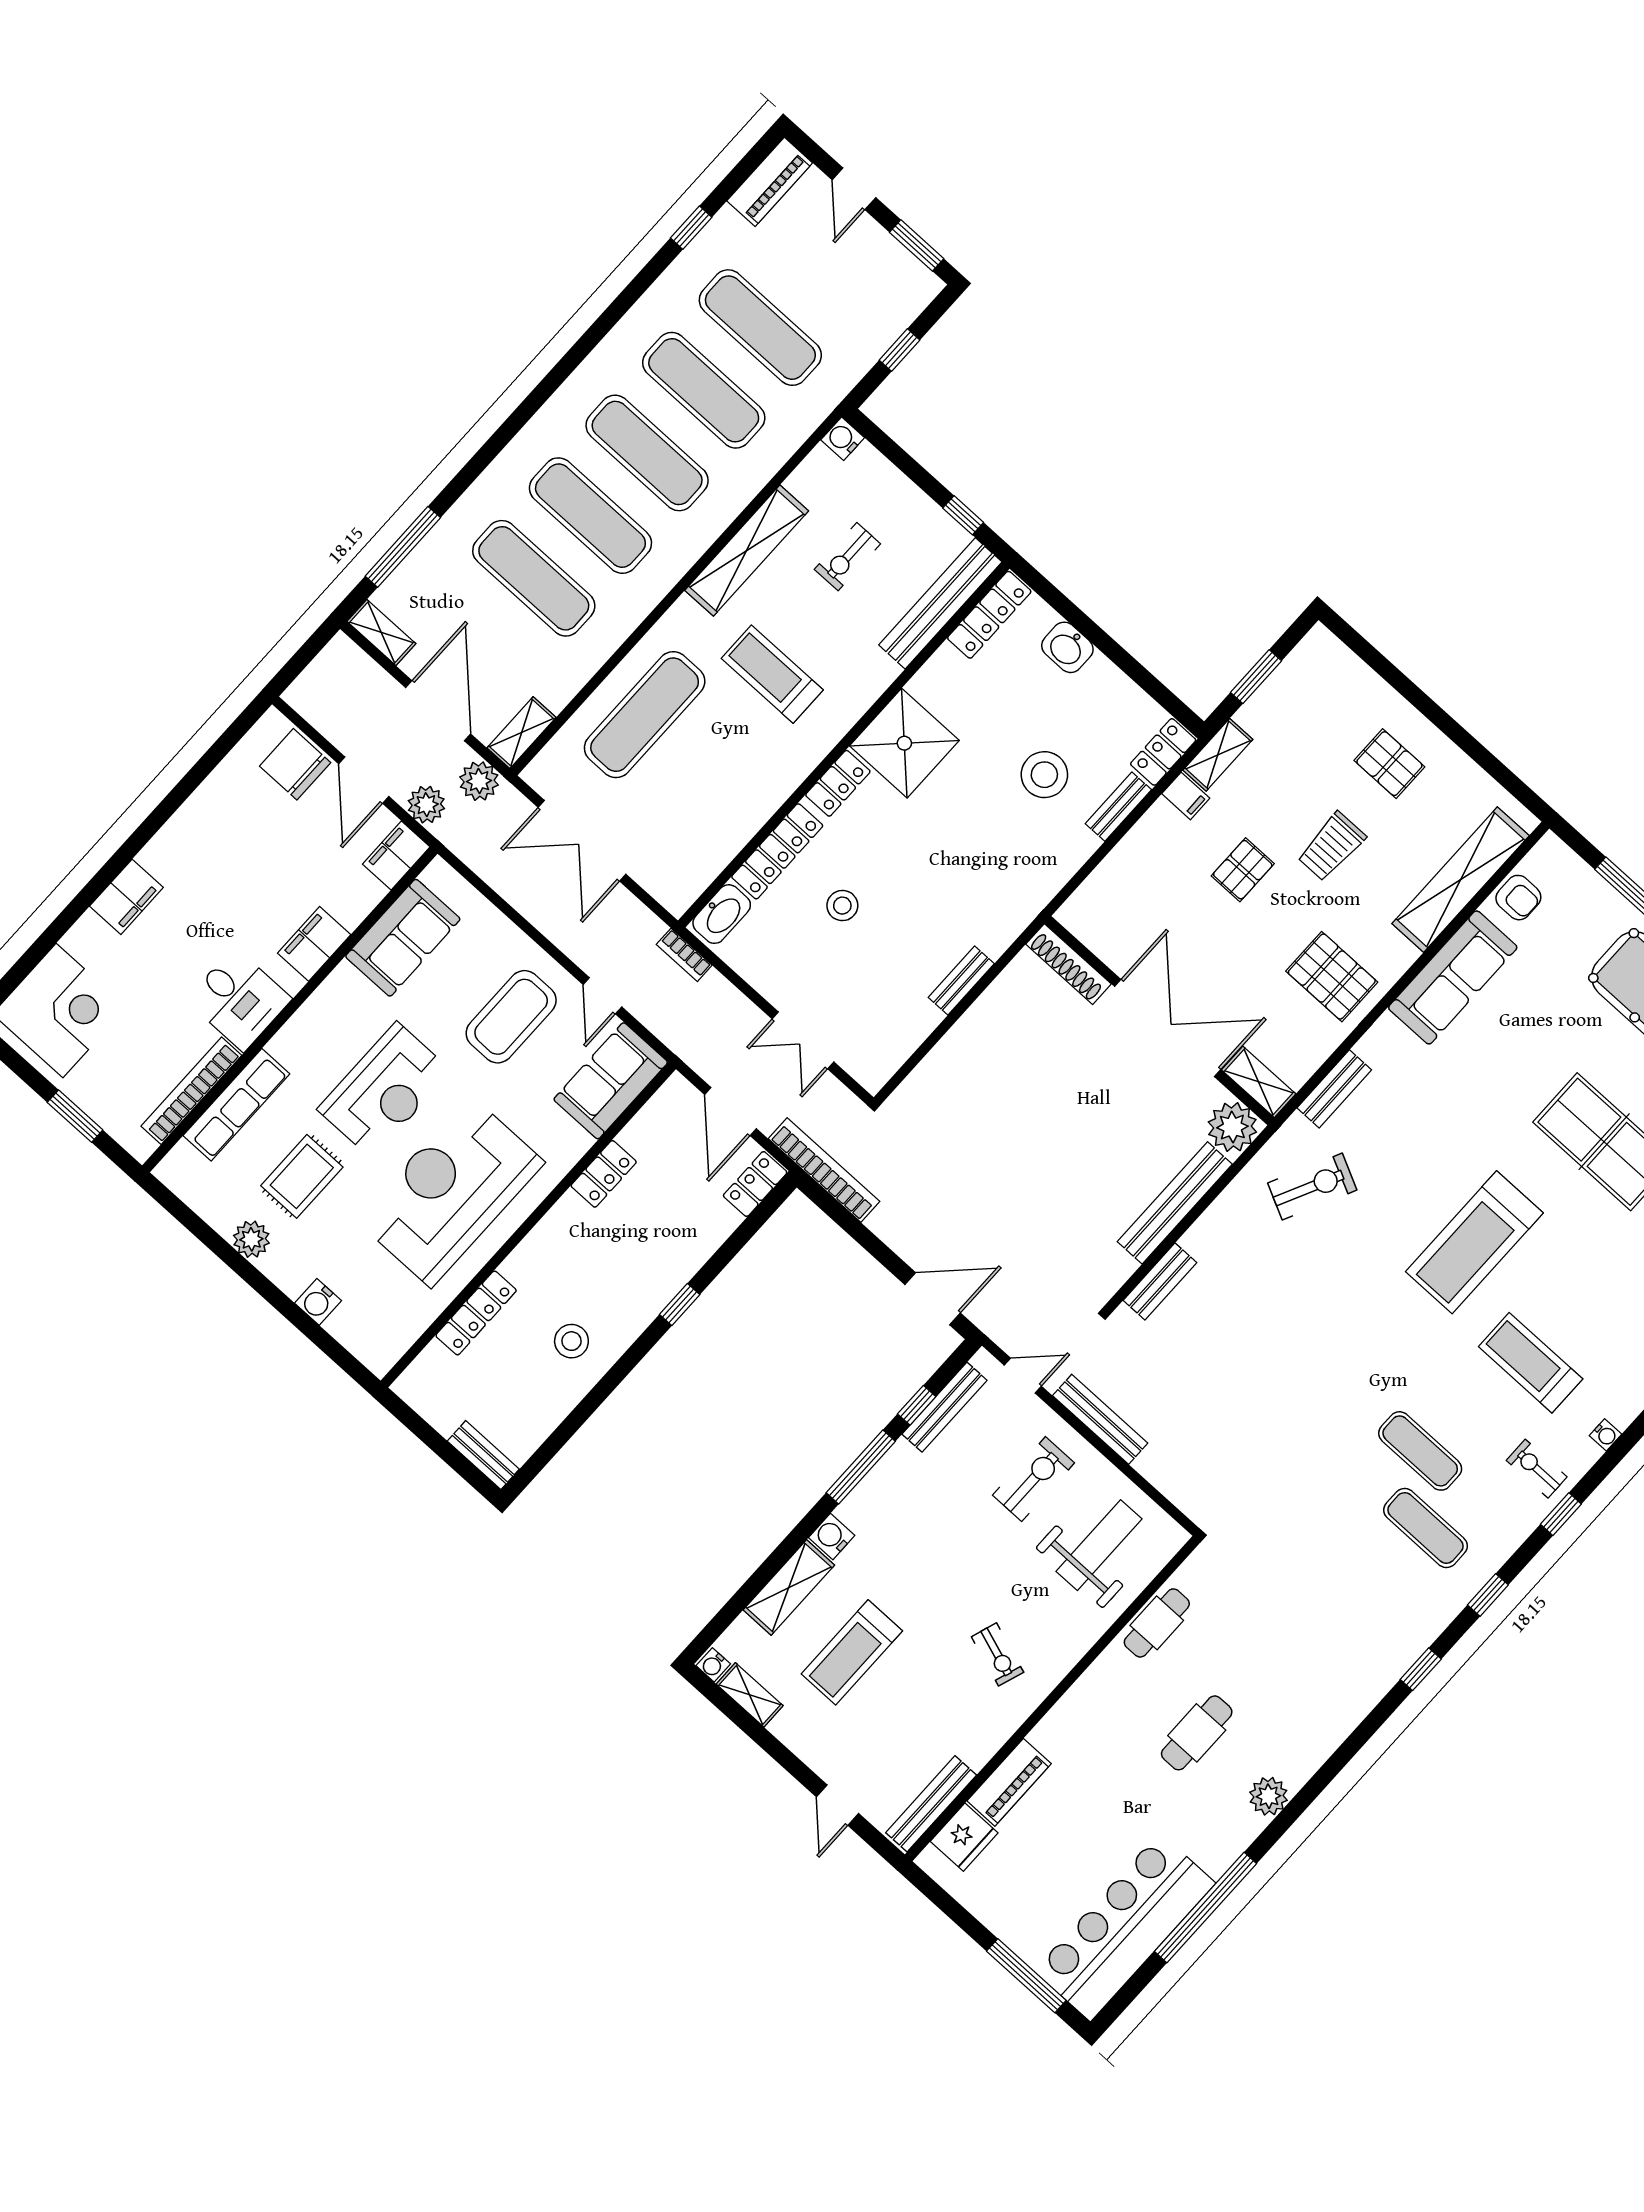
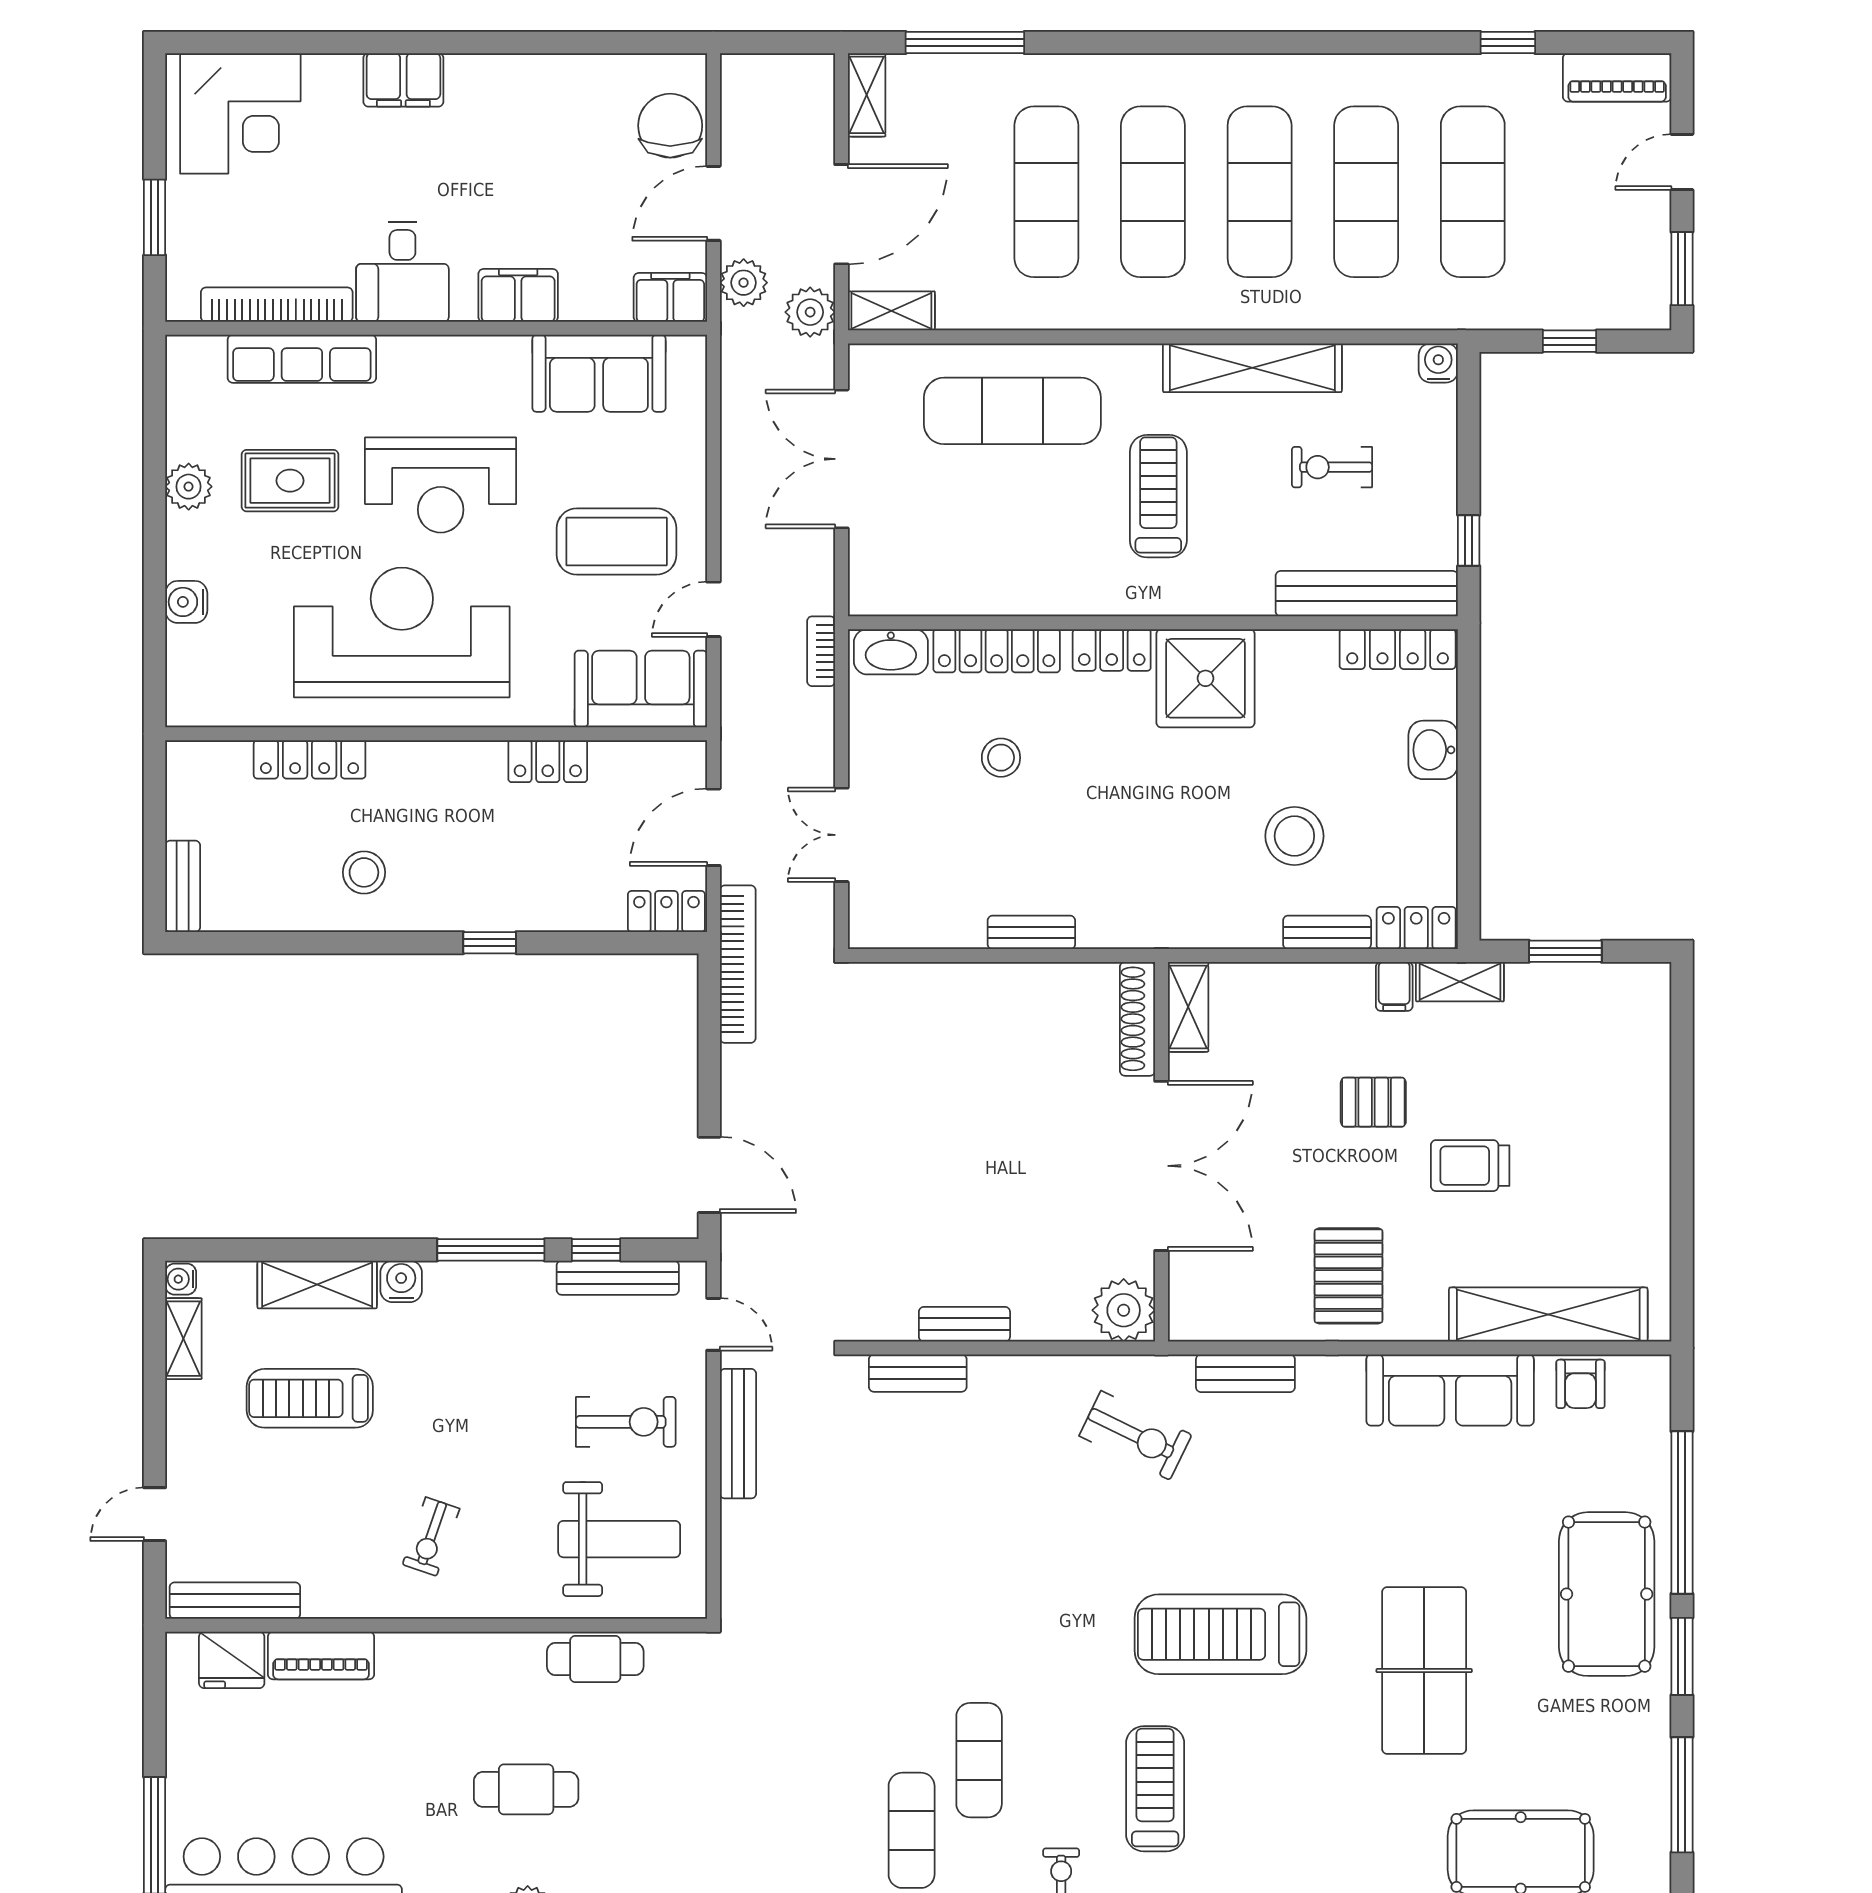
pallet: (1389, 764) -> (1597, 1150), removed
shelving: (1259, 1082) -> (1188, 1007), moved
bench: (1175, 1203) -> (964, 1324), width x0.54, depth x0.82

